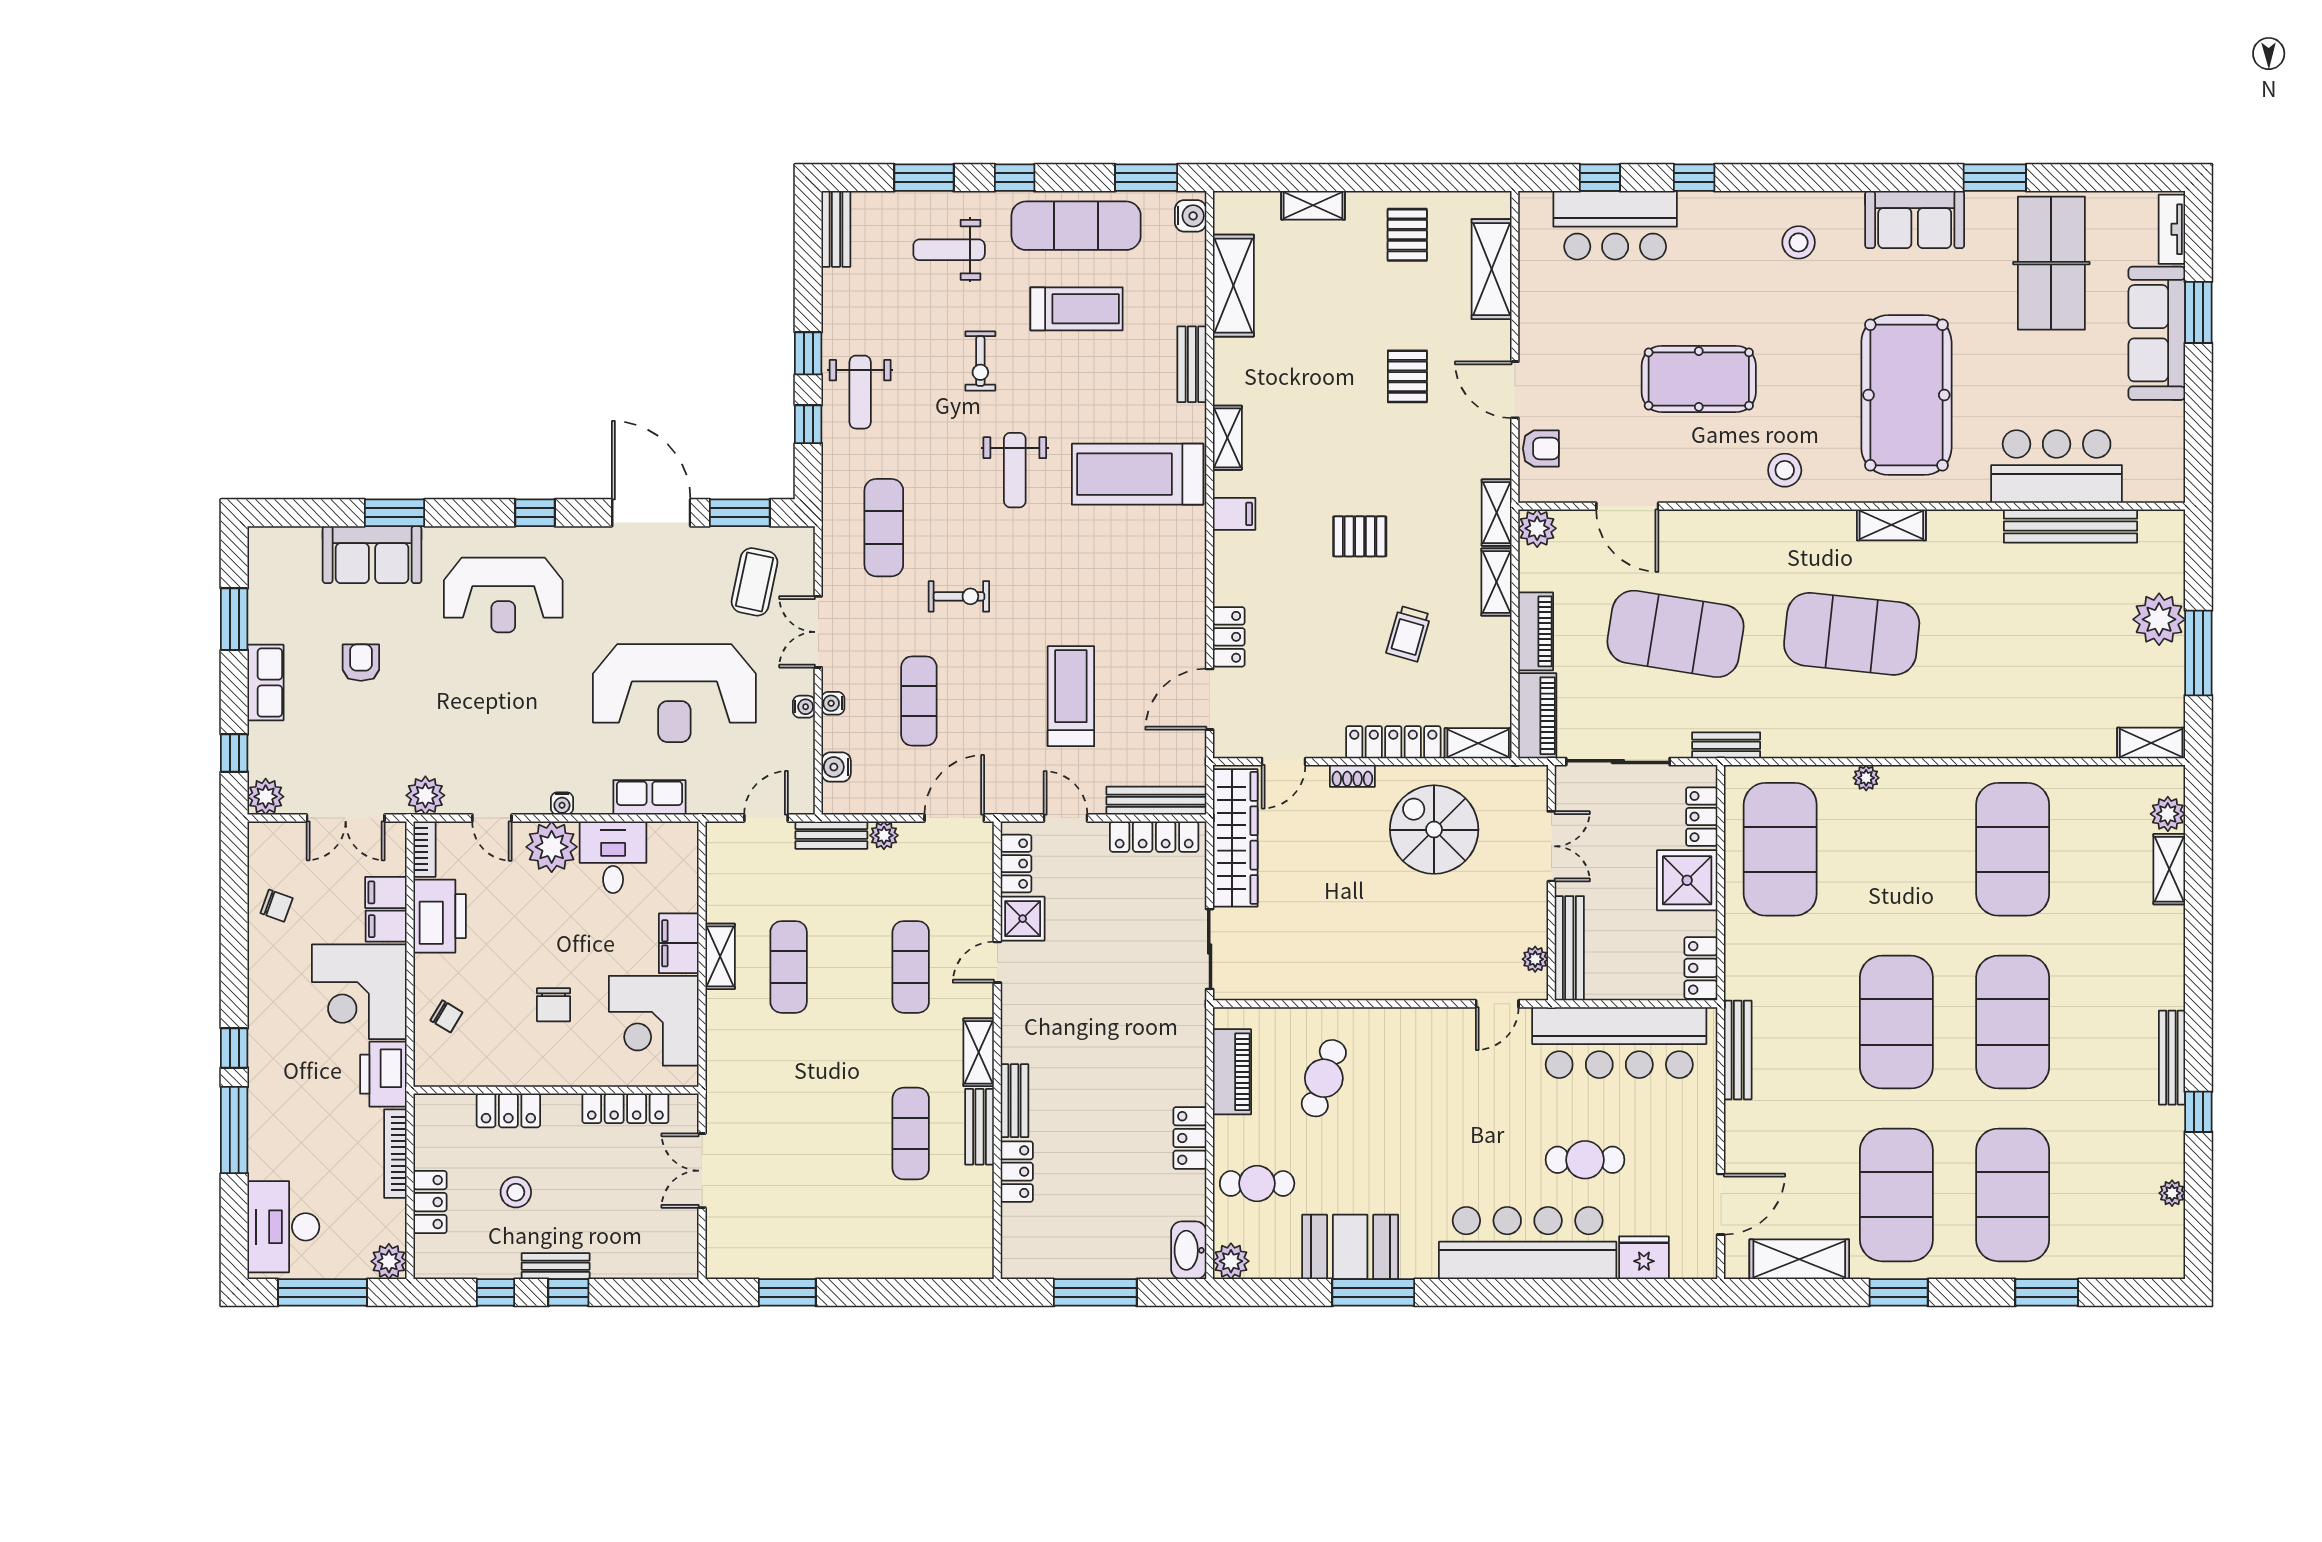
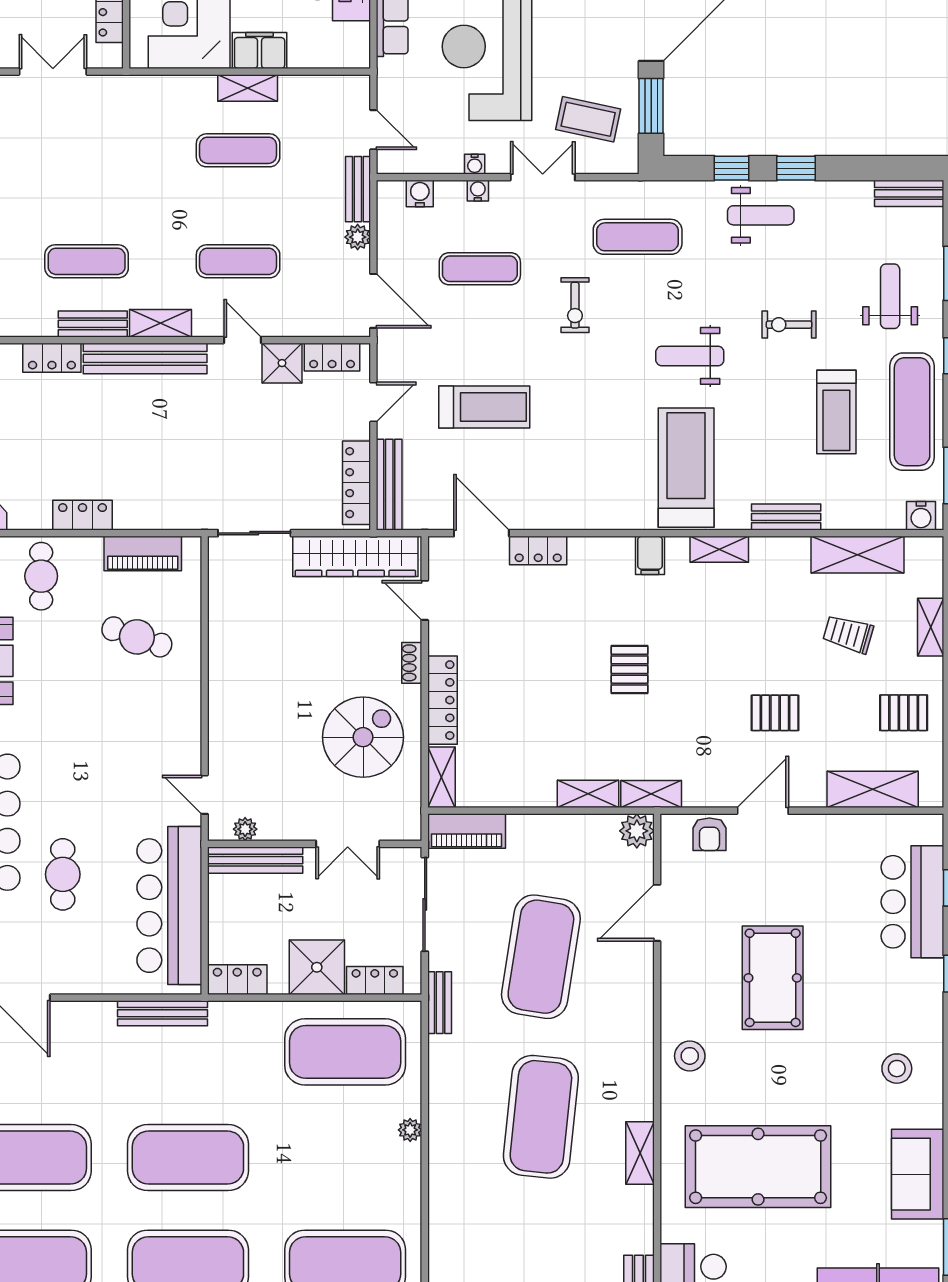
weight bench: (860, 392) -> (761, 215), turned 180
piano: (1536, 631) -> (543, 830), removed
trolley: (1409, 634) -> (848, 634), moved
bench: (1015, 1101) -> (145, 358), width x1.86, depth x1.21

